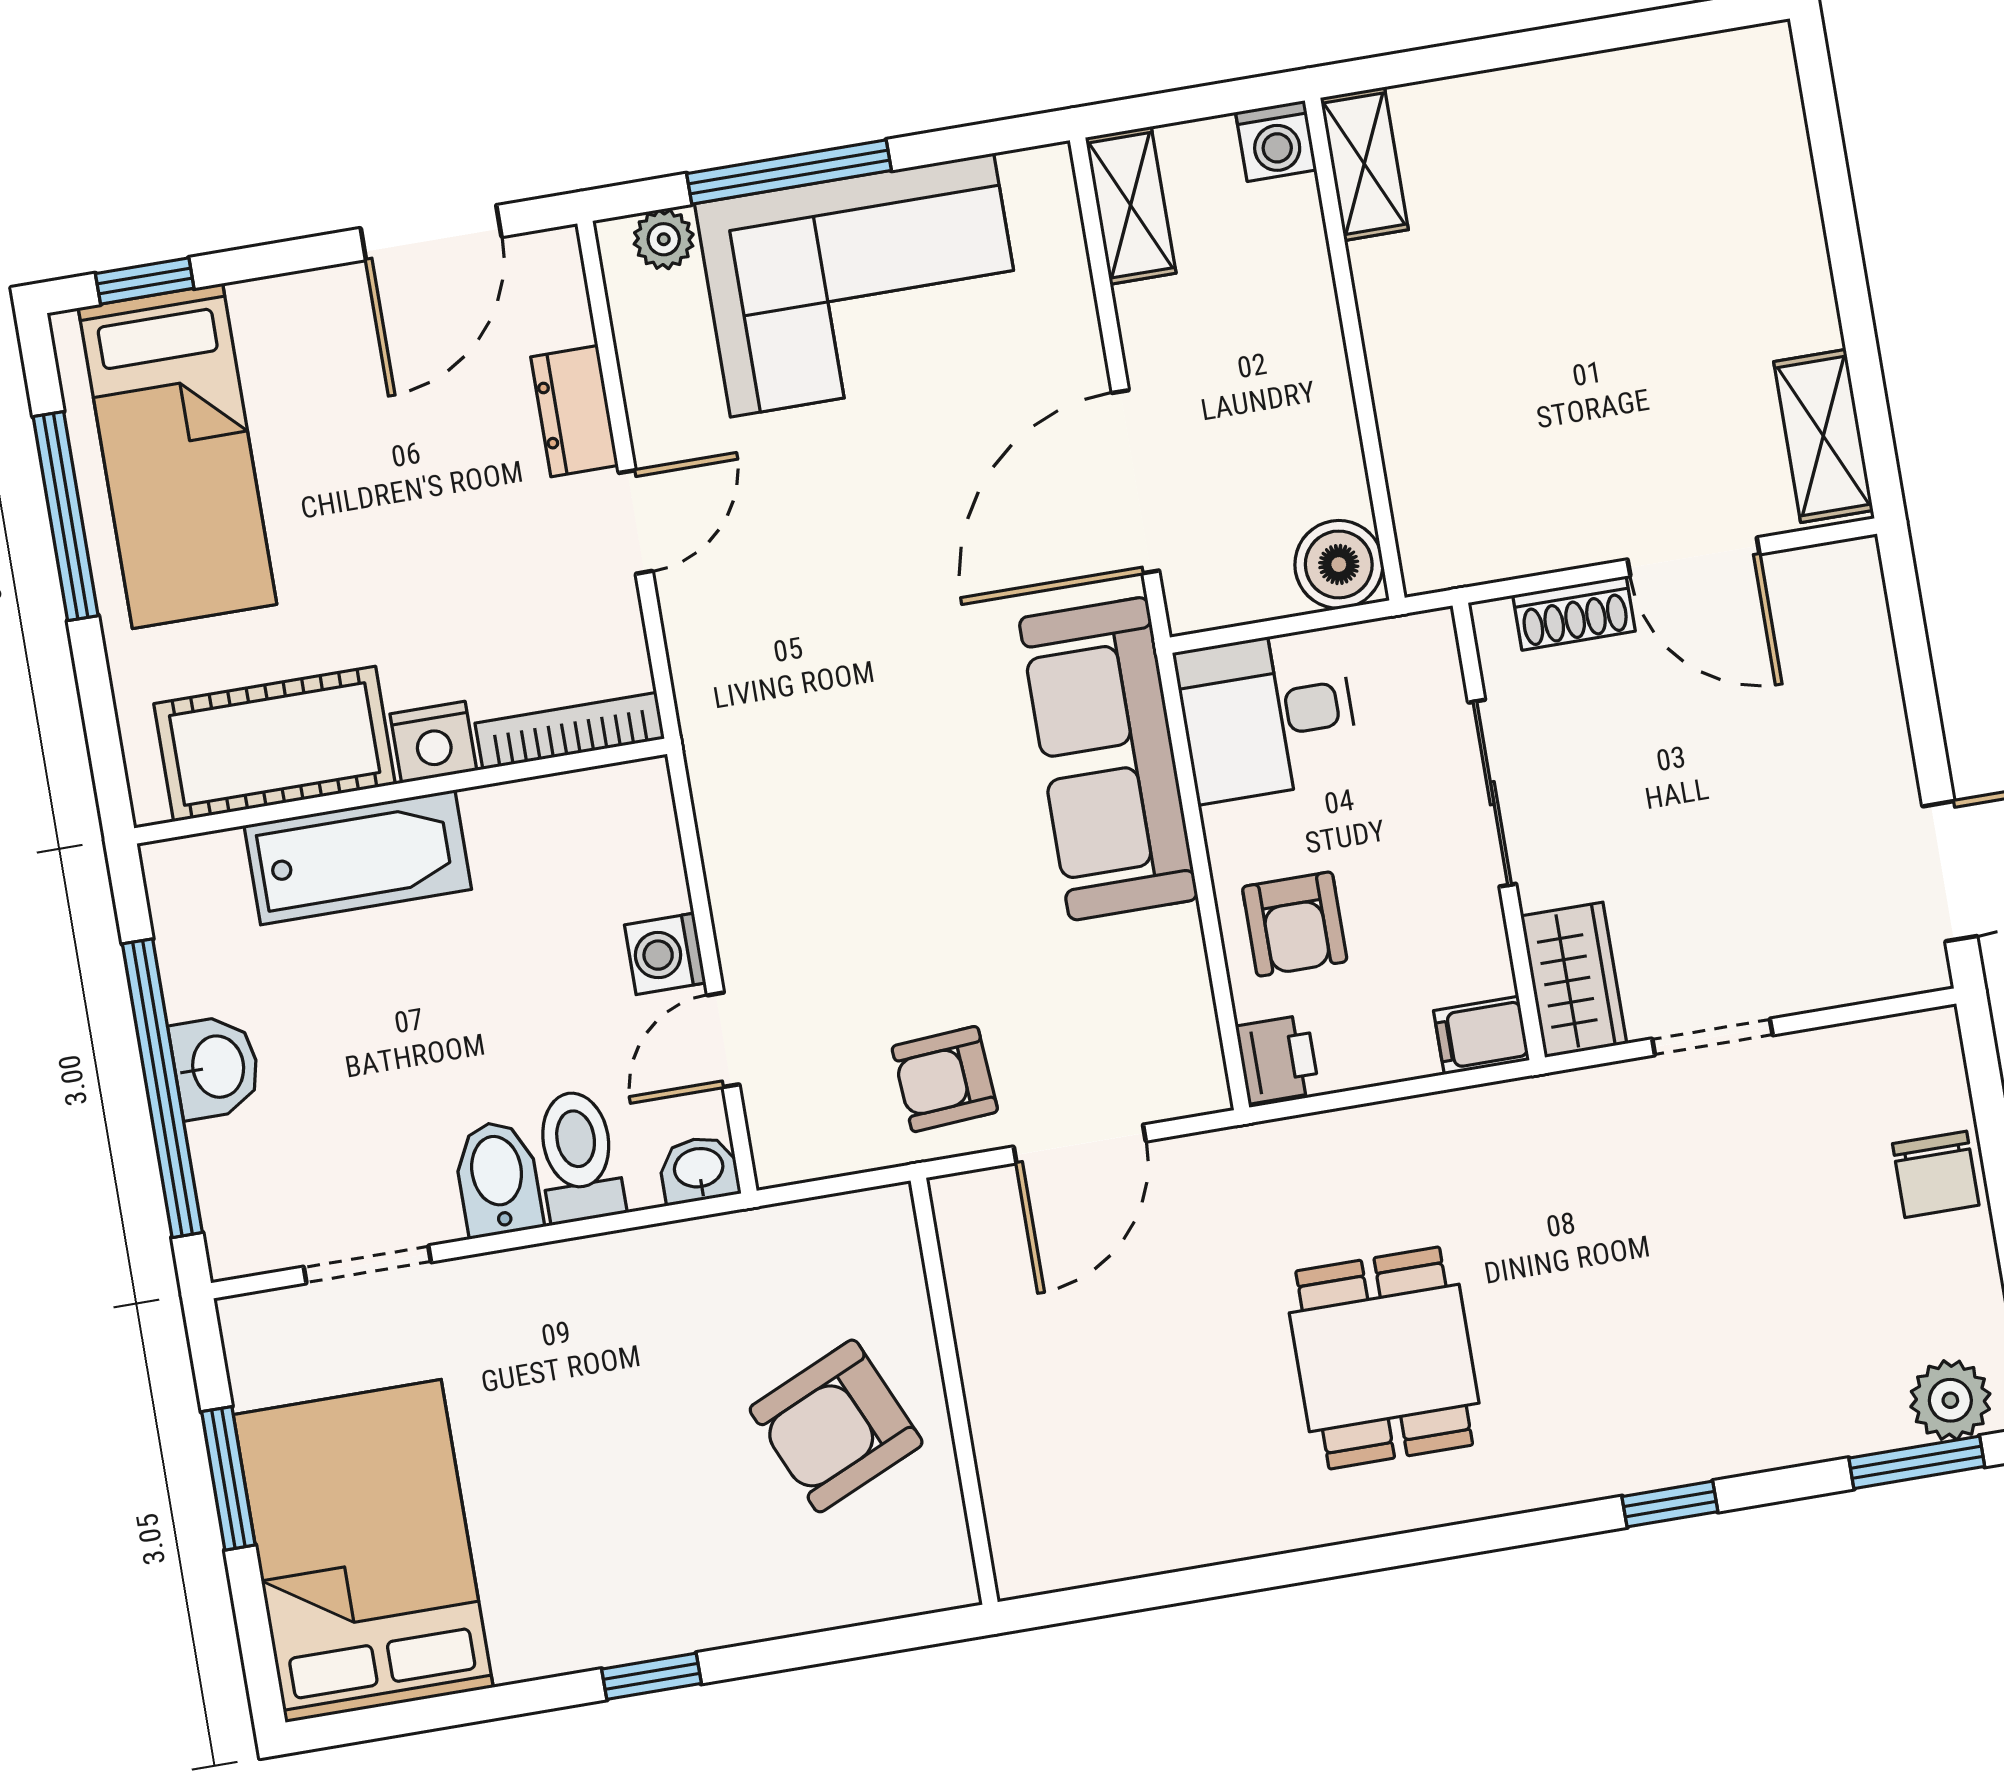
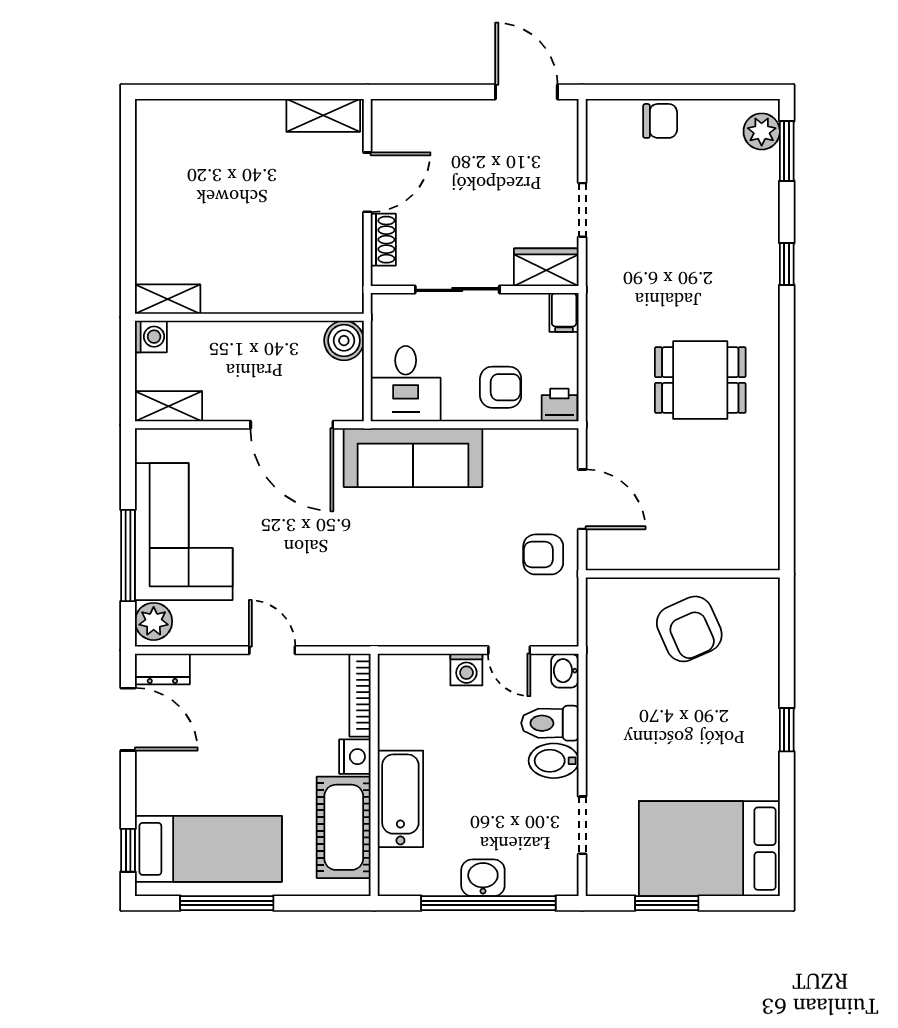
plant: (664, 239) -> (154, 621), width x1.38, depth x1.38
dresser: (574, 411) -> (162, 669), moved
armchair: (945, 1079) -> (543, 554), turned 94

